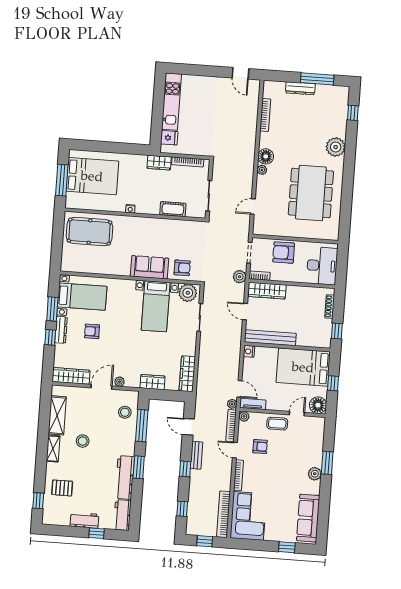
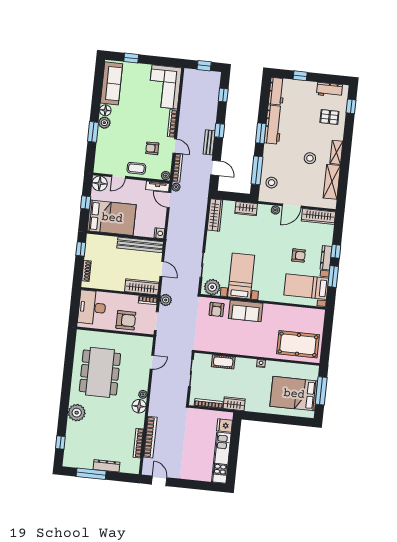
armchair: (182, 268) -> (217, 309), turned -90
floor lamp: (314, 488) -> (105, 110), added
bookcase: (223, 514) -> (150, 437), moved
workbench: (84, 520) -> (329, 90), moved

